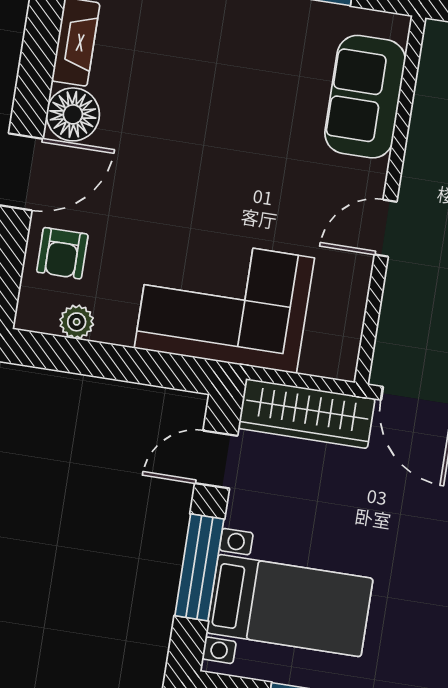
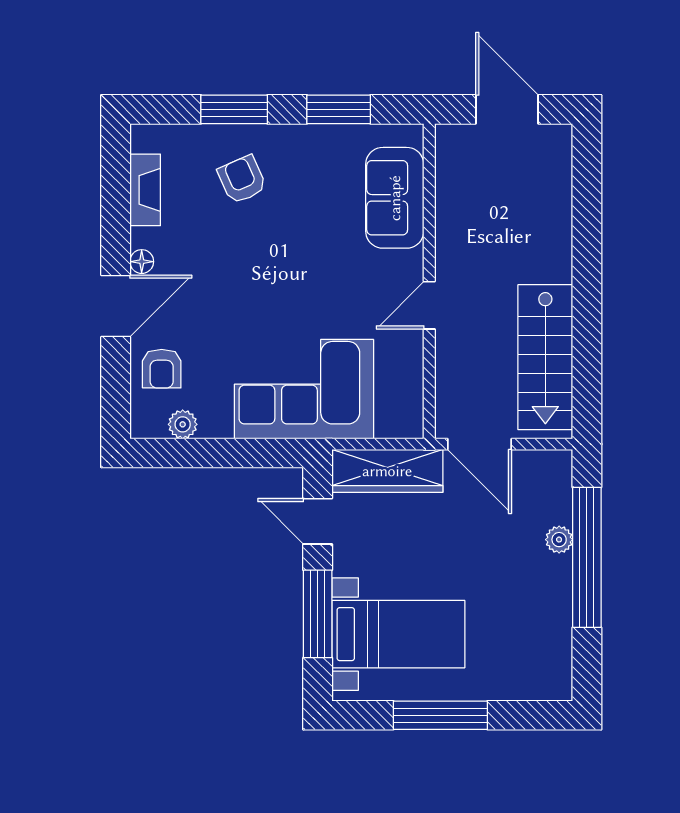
armchair: (191, 47) -> (242, 179), added
floor lamp: (73, 114) -> (142, 262), width x0.53, depth x0.53
door: (216, 460) -> (318, 521), hinge flipped

